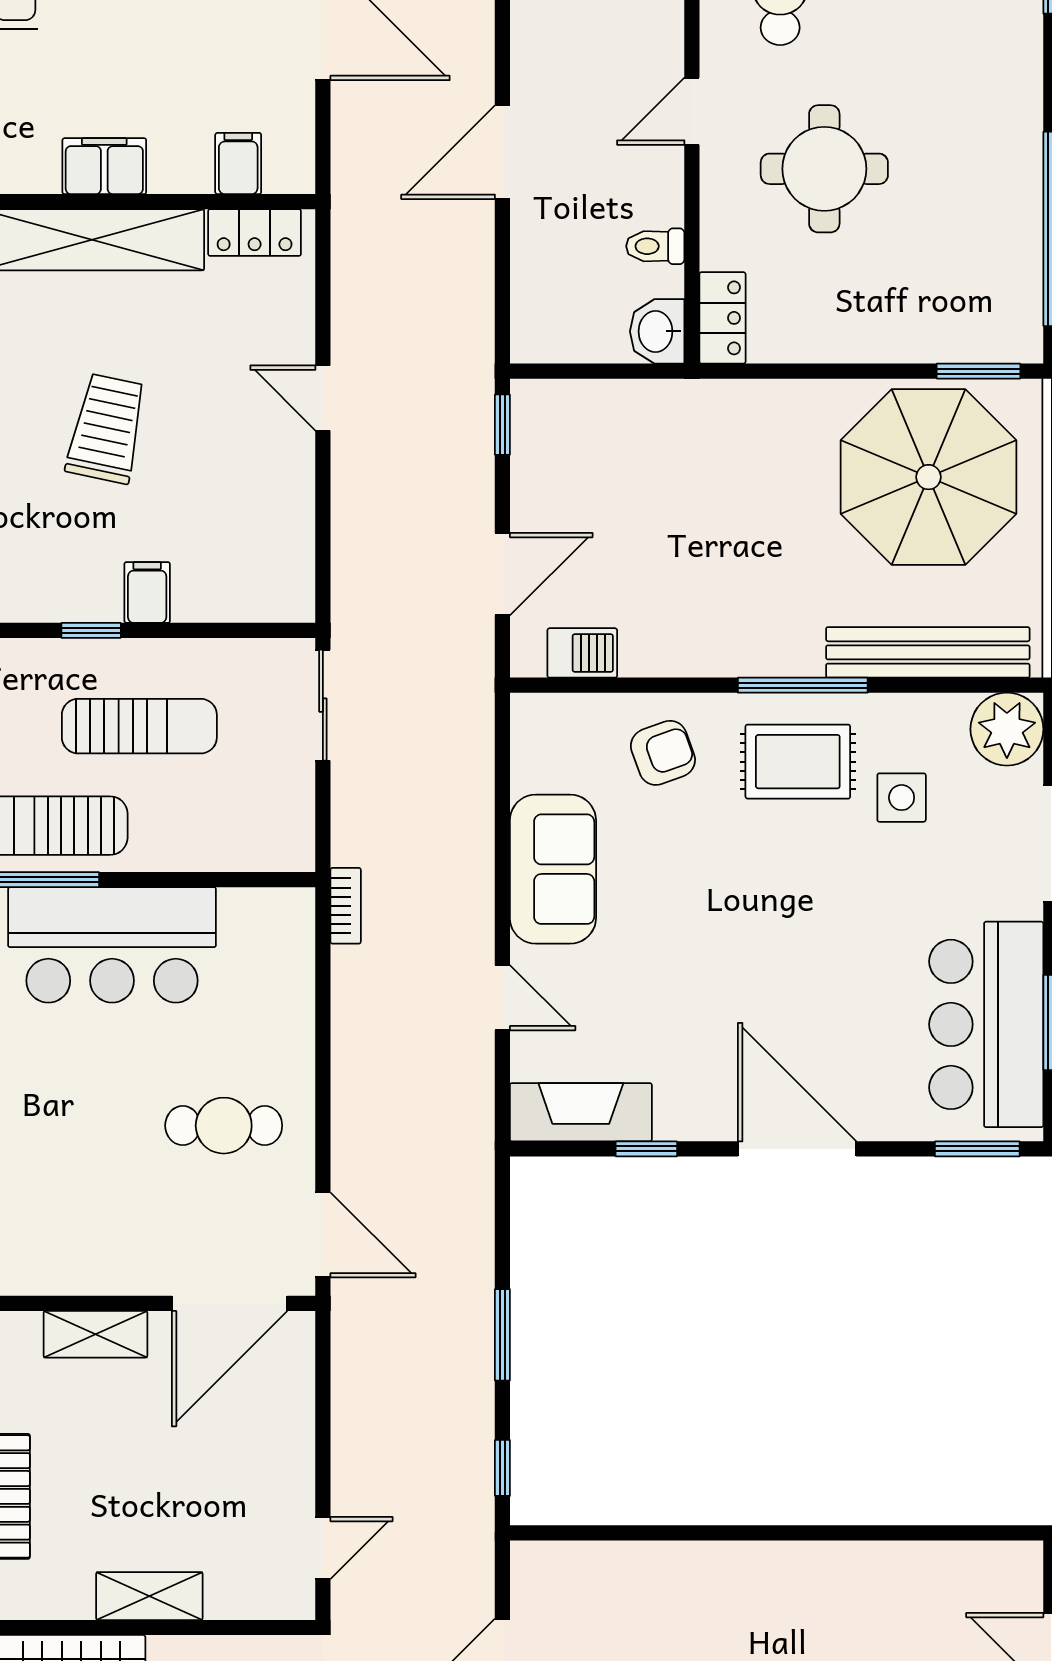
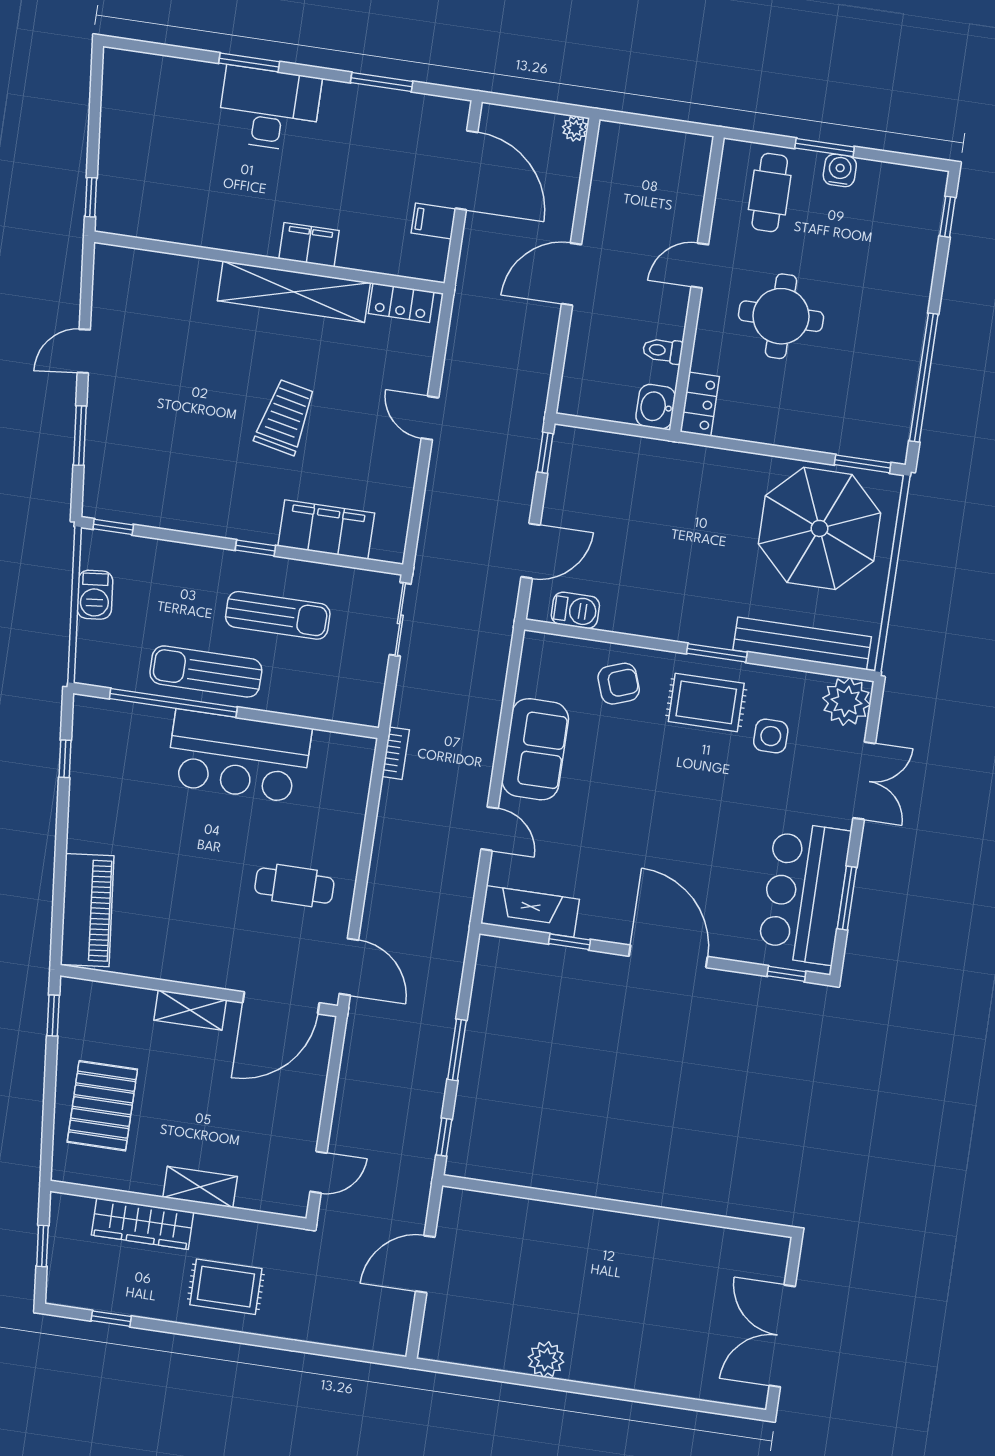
filing cabinet: (238, 163) -> (434, 221), moved, turned -90
filing cabinet: (147, 592) -> (326, 530), width x3.00, depth x1.17
window: (803, 685) -> (717, 653), width x0.69
window: (977, 1149) -> (786, 974), width x0.67

